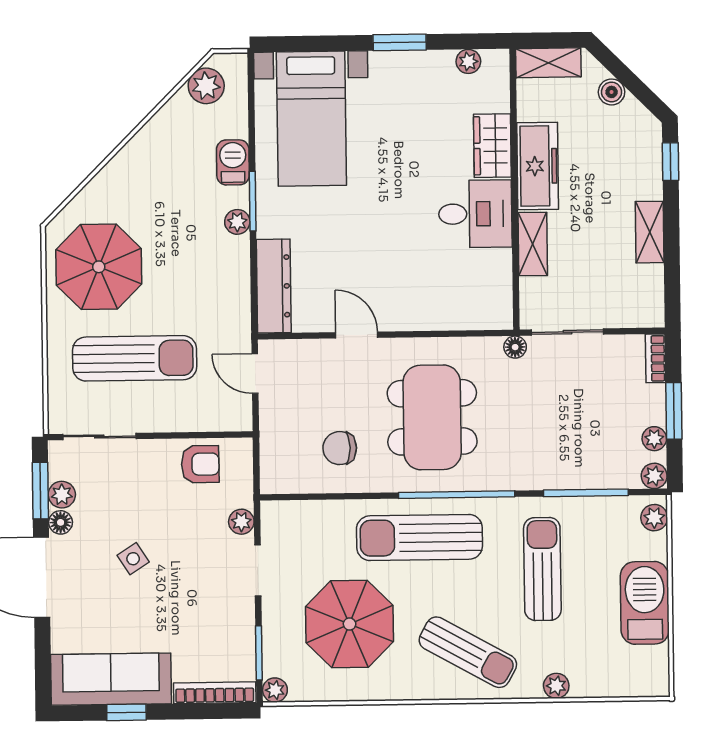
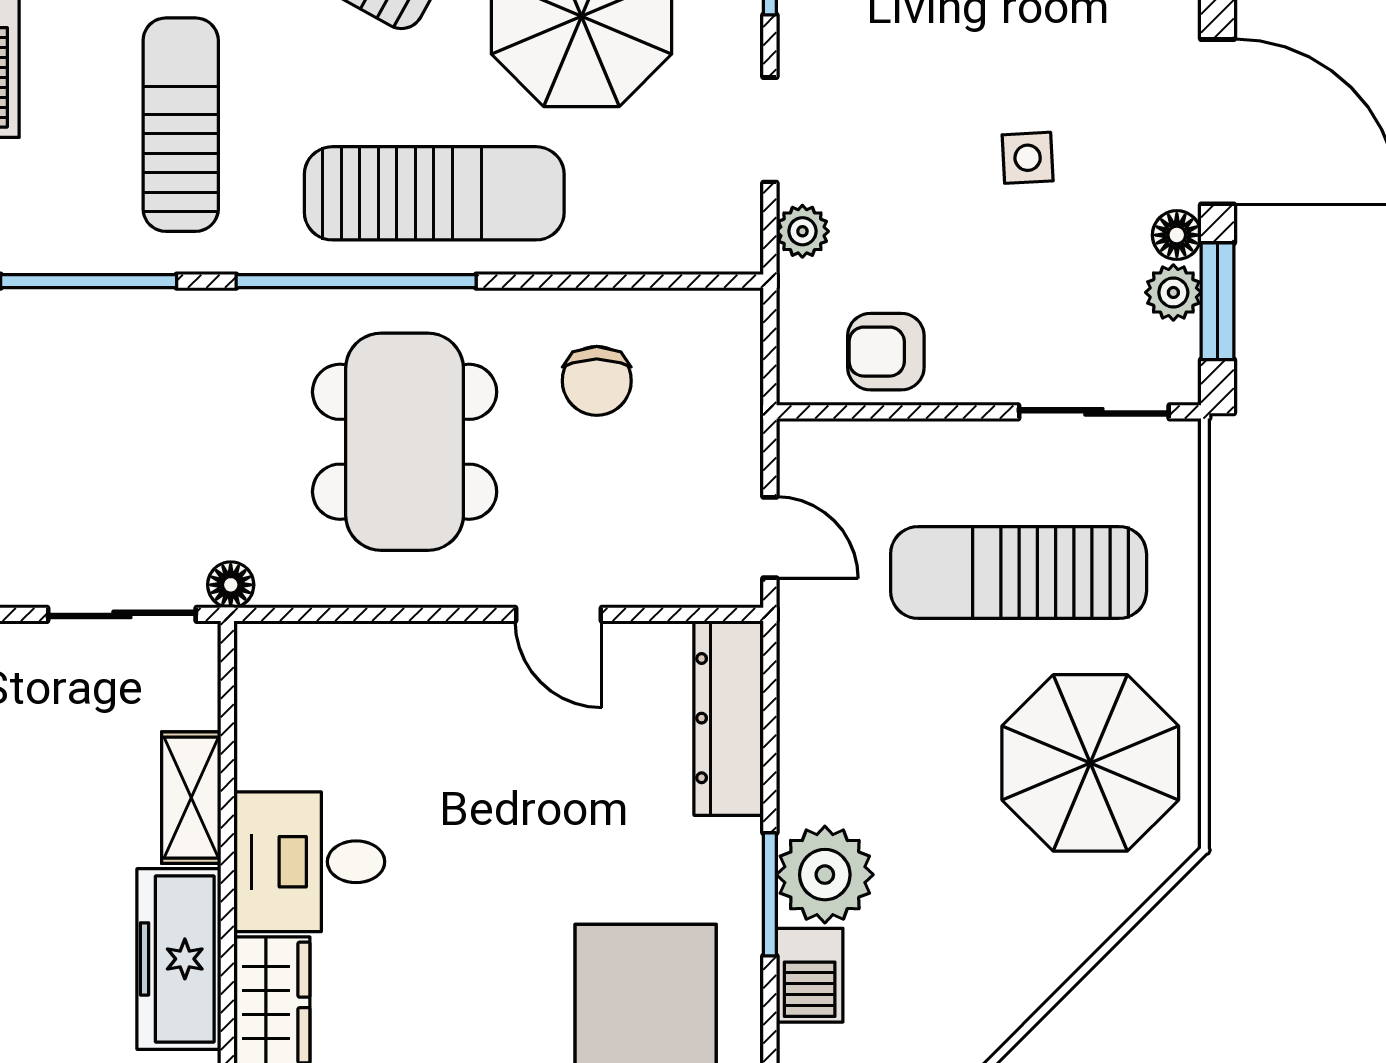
plant: (237, 222) -> (825, 875), width x1.87, depth x1.87
chair: (340, 448) -> (597, 381), turned 90
side table: (133, 559) -> (1028, 158), turned 30
sun lounger: (542, 569) -> (181, 125), turned 180

